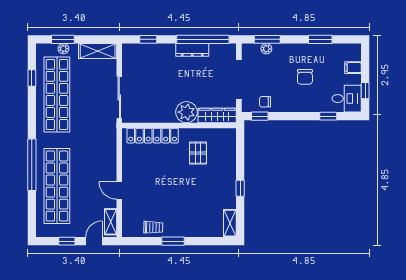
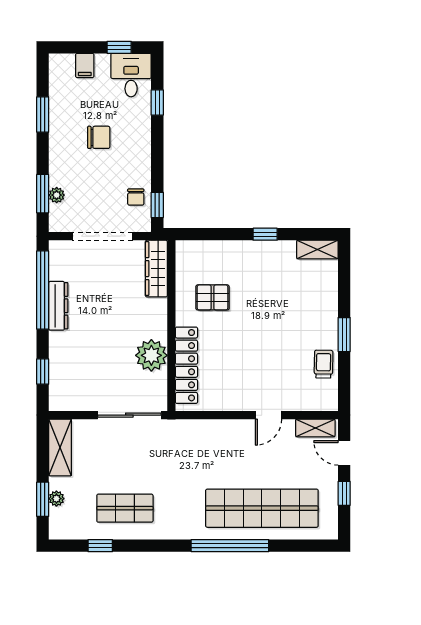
shop shelf: (57, 94) -> (125, 508), width x0.50, depth x0.74
plant: (186, 112) -> (151, 355), moved

